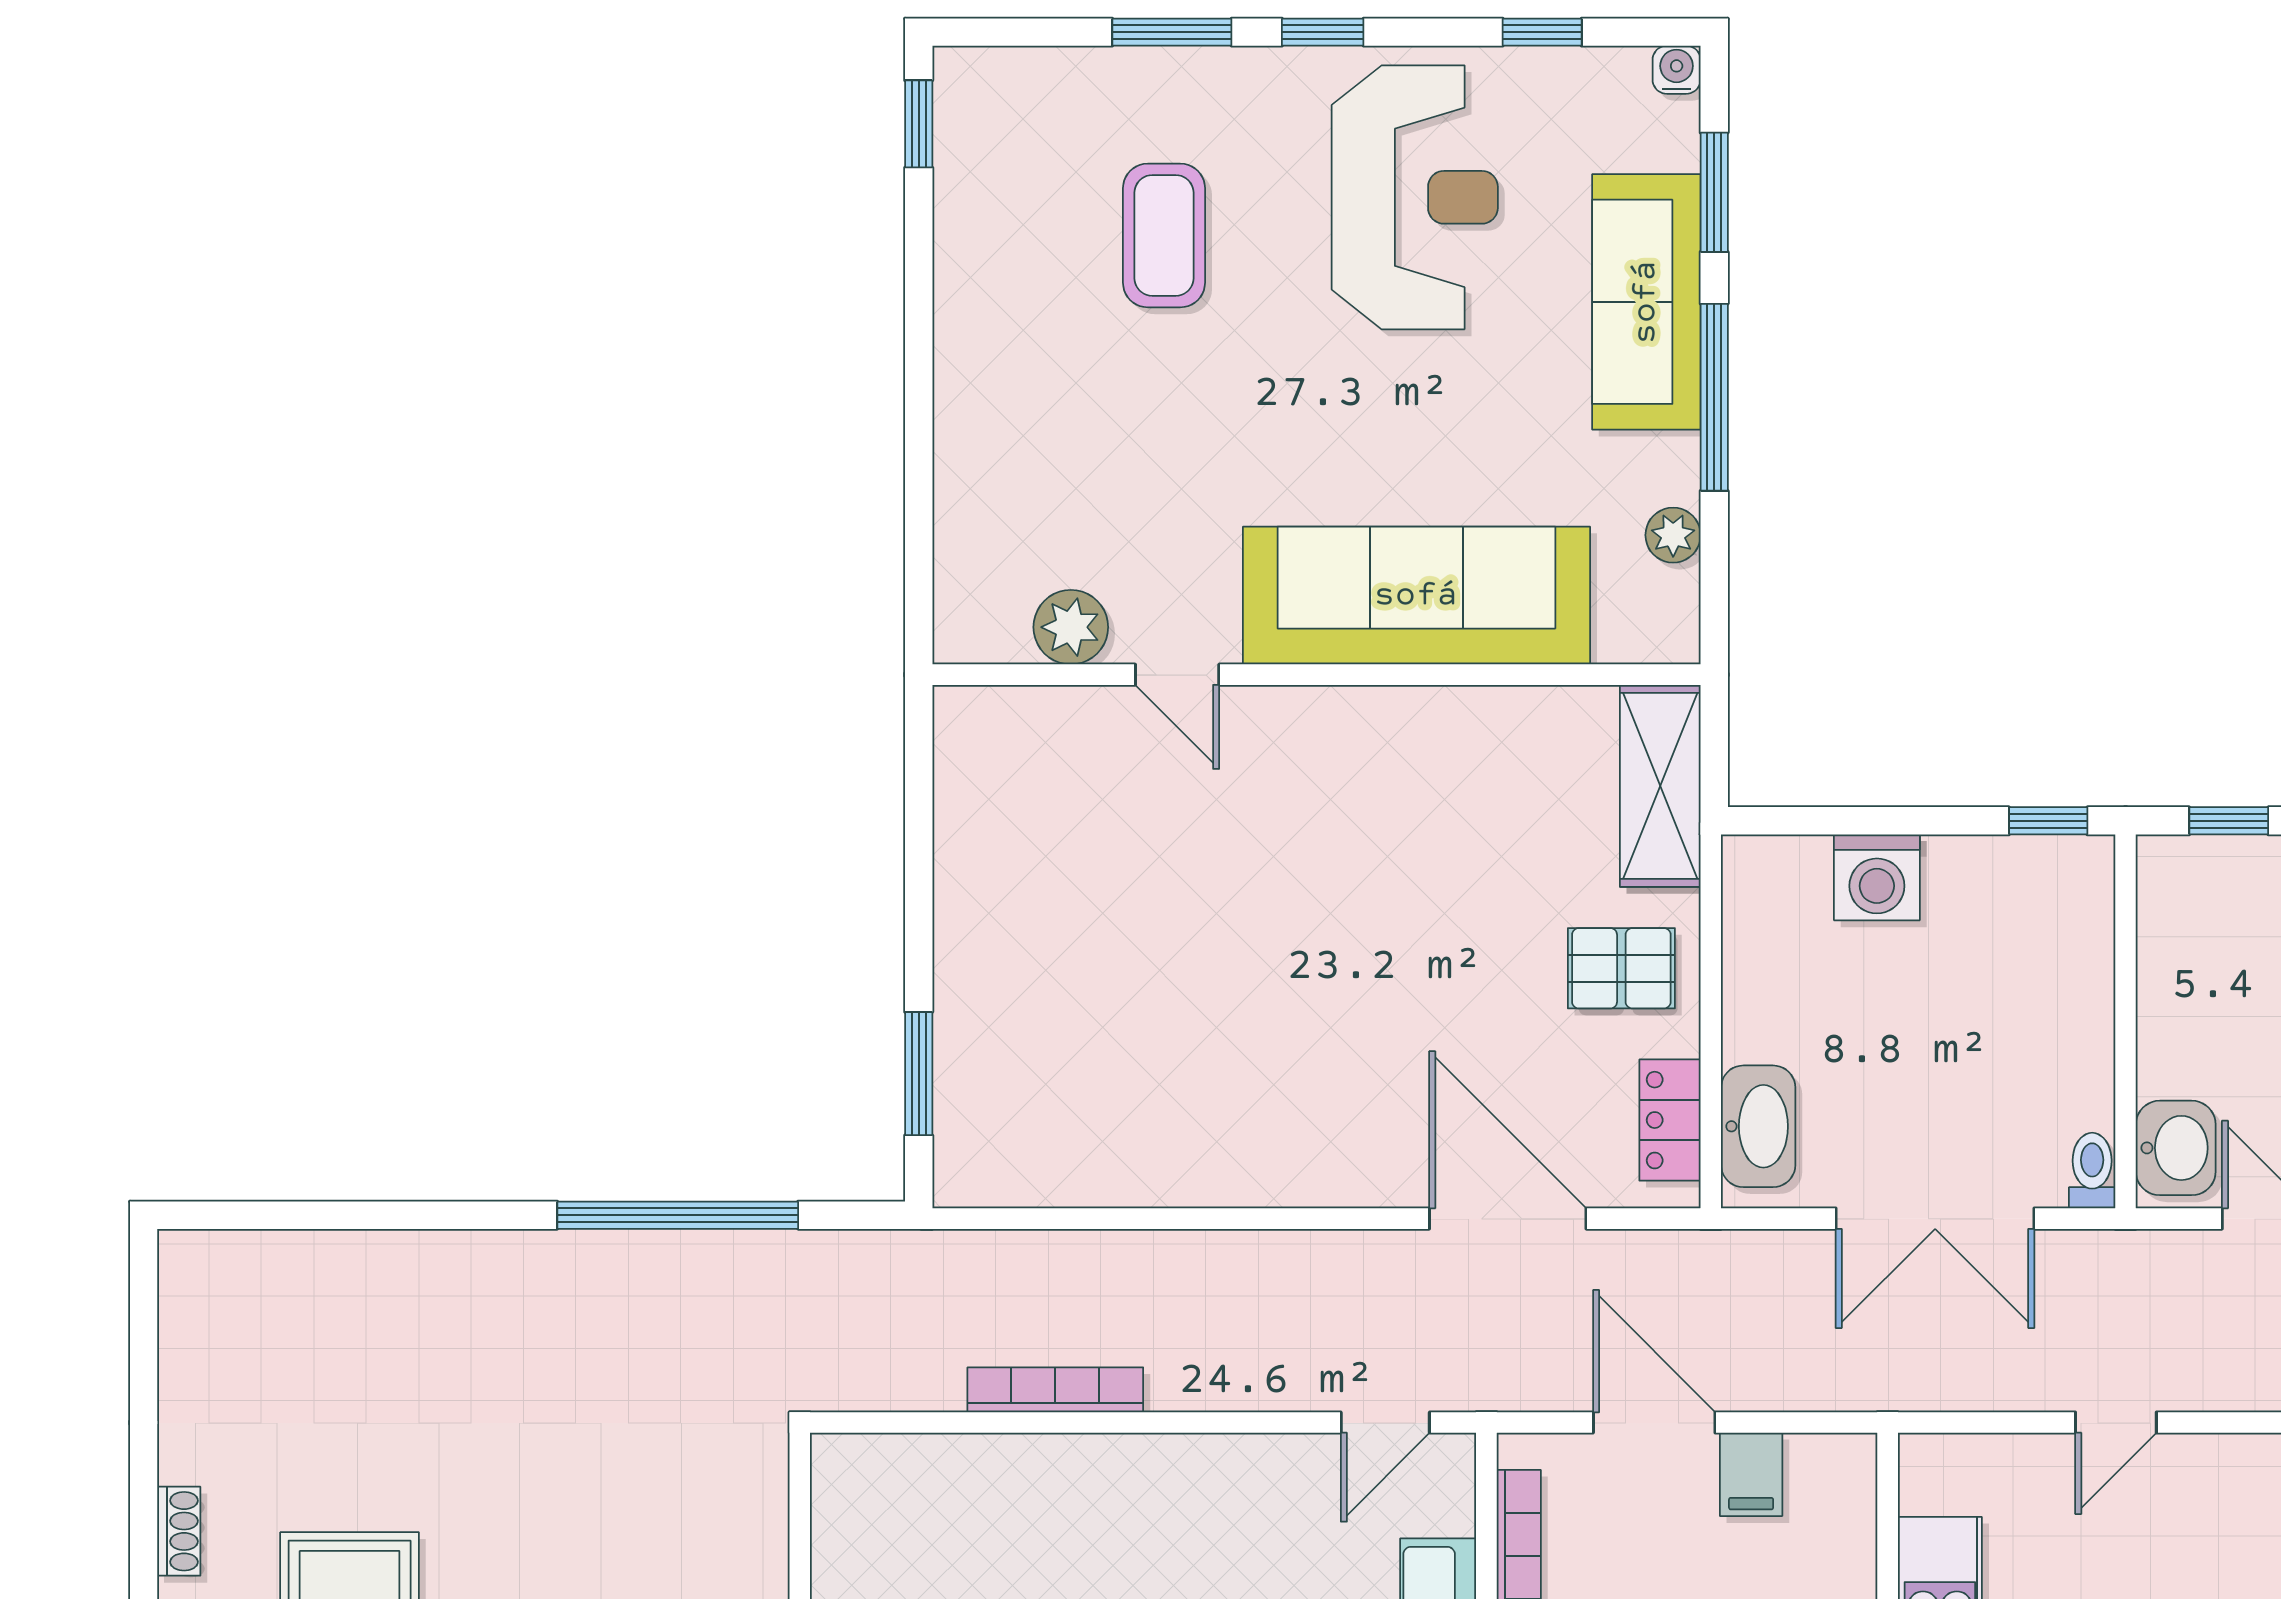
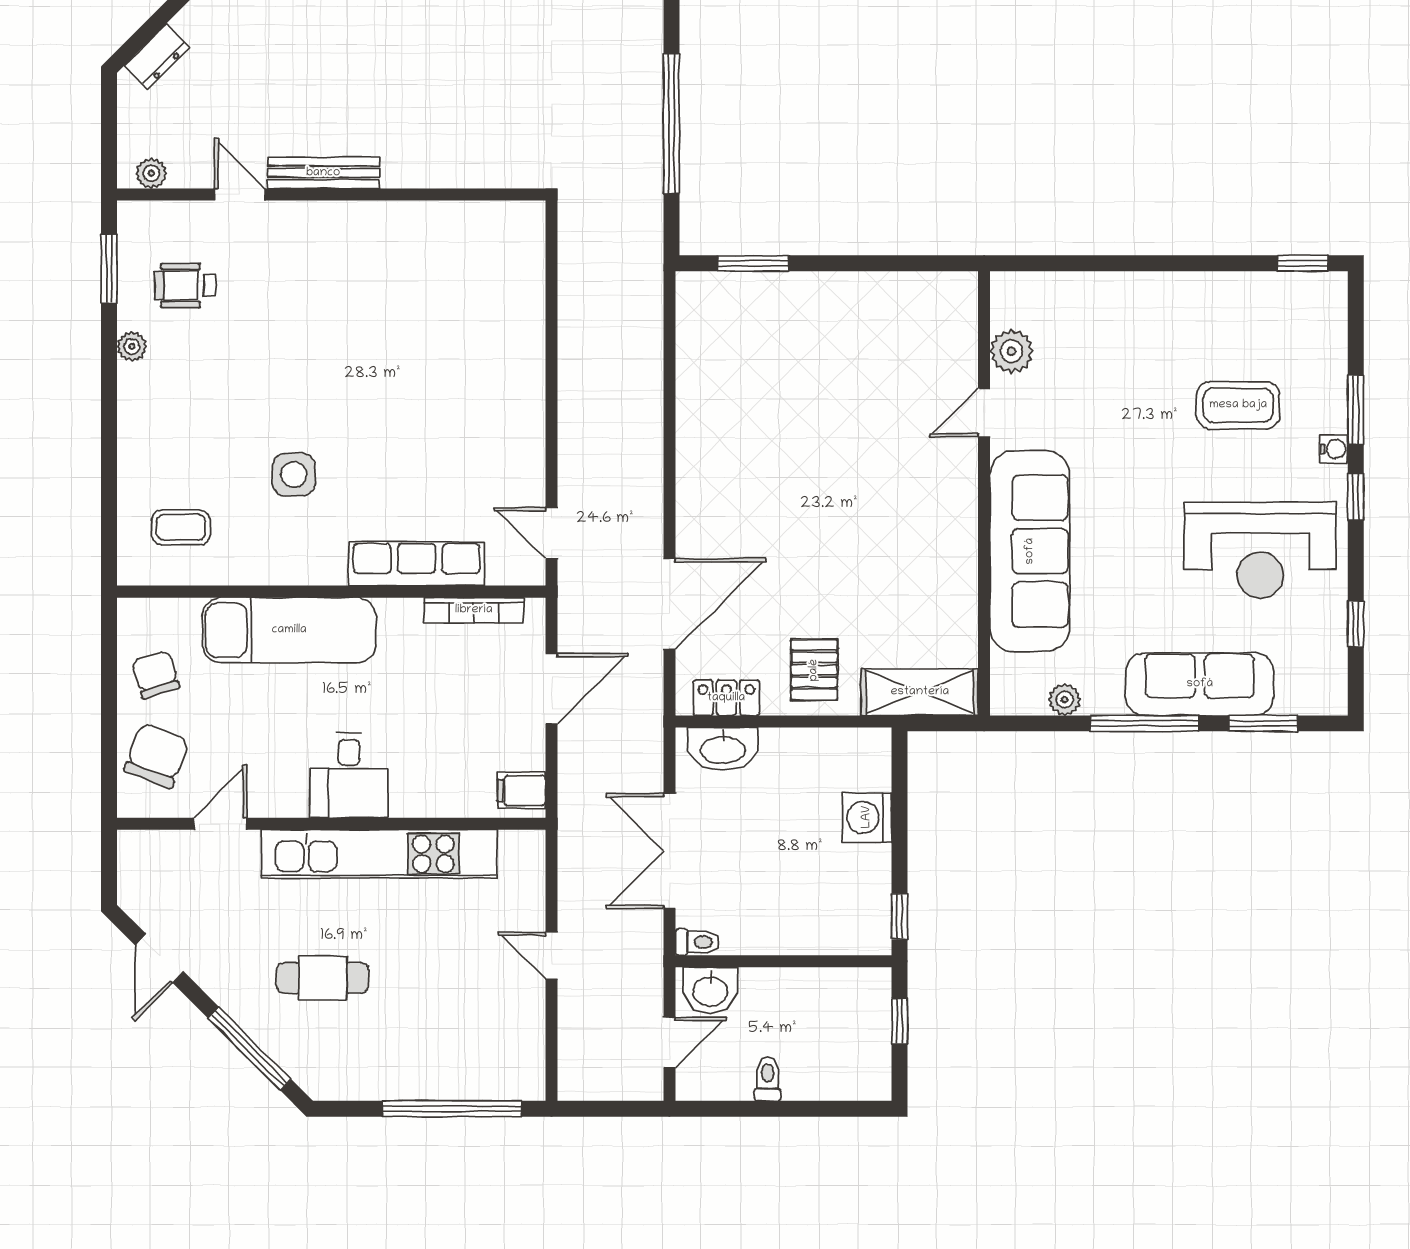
water cooler: (1677, 70) -> (1334, 449), moved
bookcase: (1055, 1390) -> (570, 342), removed
filing cabinet: (1751, 1474) -> (521, 790), moved

